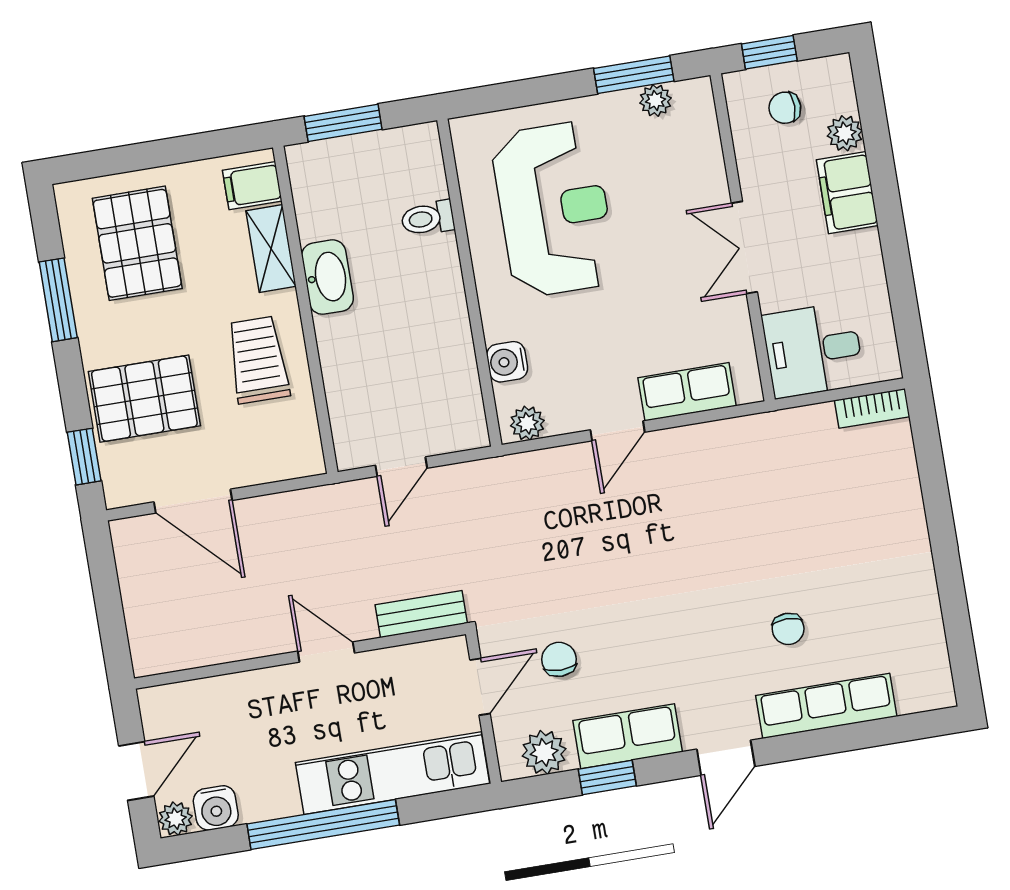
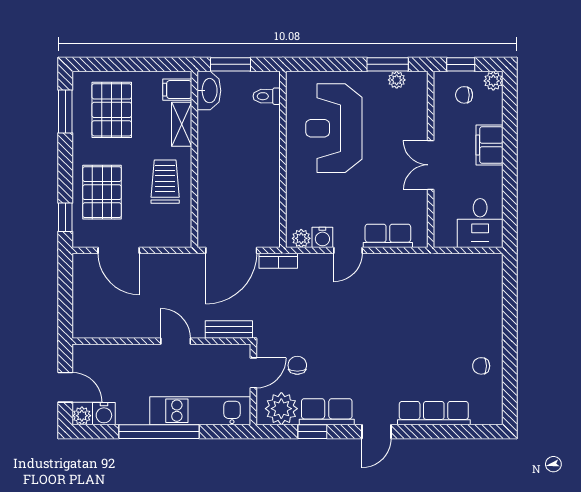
plant: (845, 133) -> (493, 81), moved
reception desk: (554, 209) -> (334, 128), turned 180
toilet: (428, 218) -> (267, 96), moved
washbasin: (327, 277) -> (209, 91), moved
window: (58, 300) -> (65, 111), moved
desk: (813, 350) -> (480, 223), moved, turned -90
water cooler: (507, 362) -> (322, 237), moved, turned -90
pallet: (144, 399) -> (102, 192), turned 90
bookcase: (872, 408) -> (278, 261), moved
door: (401, 467) -> (231, 250), width x1.88
chair: (788, 629) -> (481, 366), moved, turned 90
plant: (544, 752) -> (281, 409), width x1.36, depth x1.36
door: (136, 771) -> (65, 387), hinge flipped

